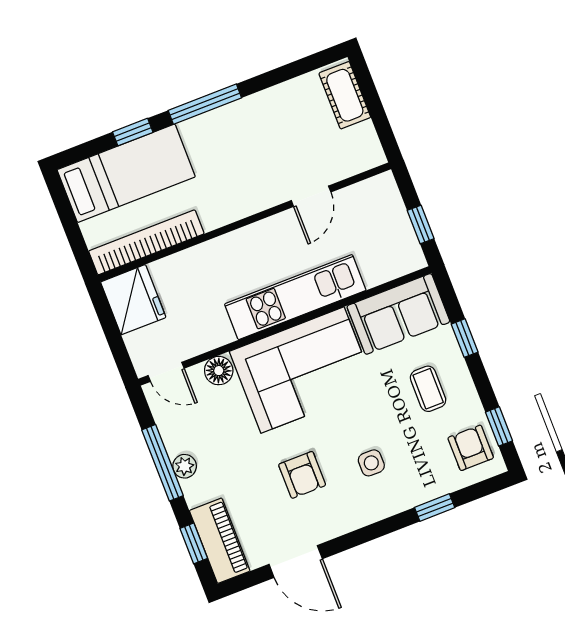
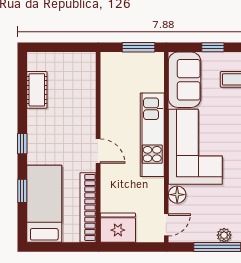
cot: (345, 95) -> (37, 90), moved, turned 90
window: (205, 104) -> (22, 144), width x0.46
door: (311, 196) -> (98, 151), moved
window: (421, 225) -> (139, 47), width x1.50

